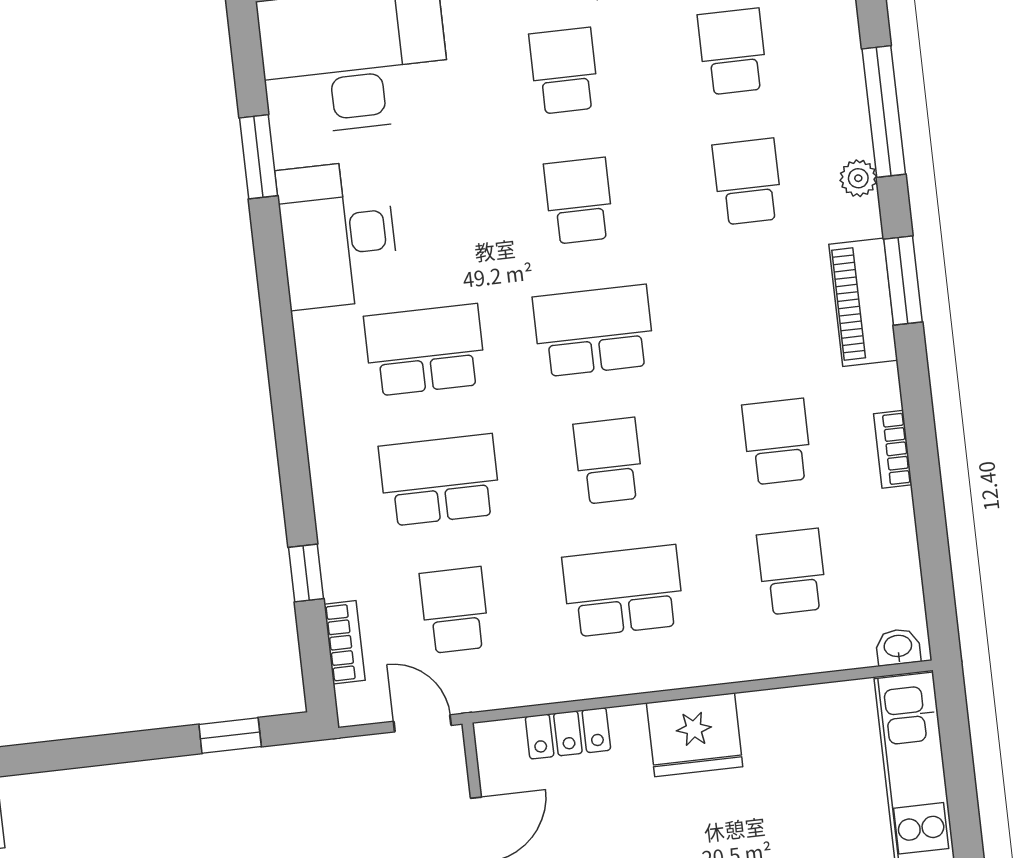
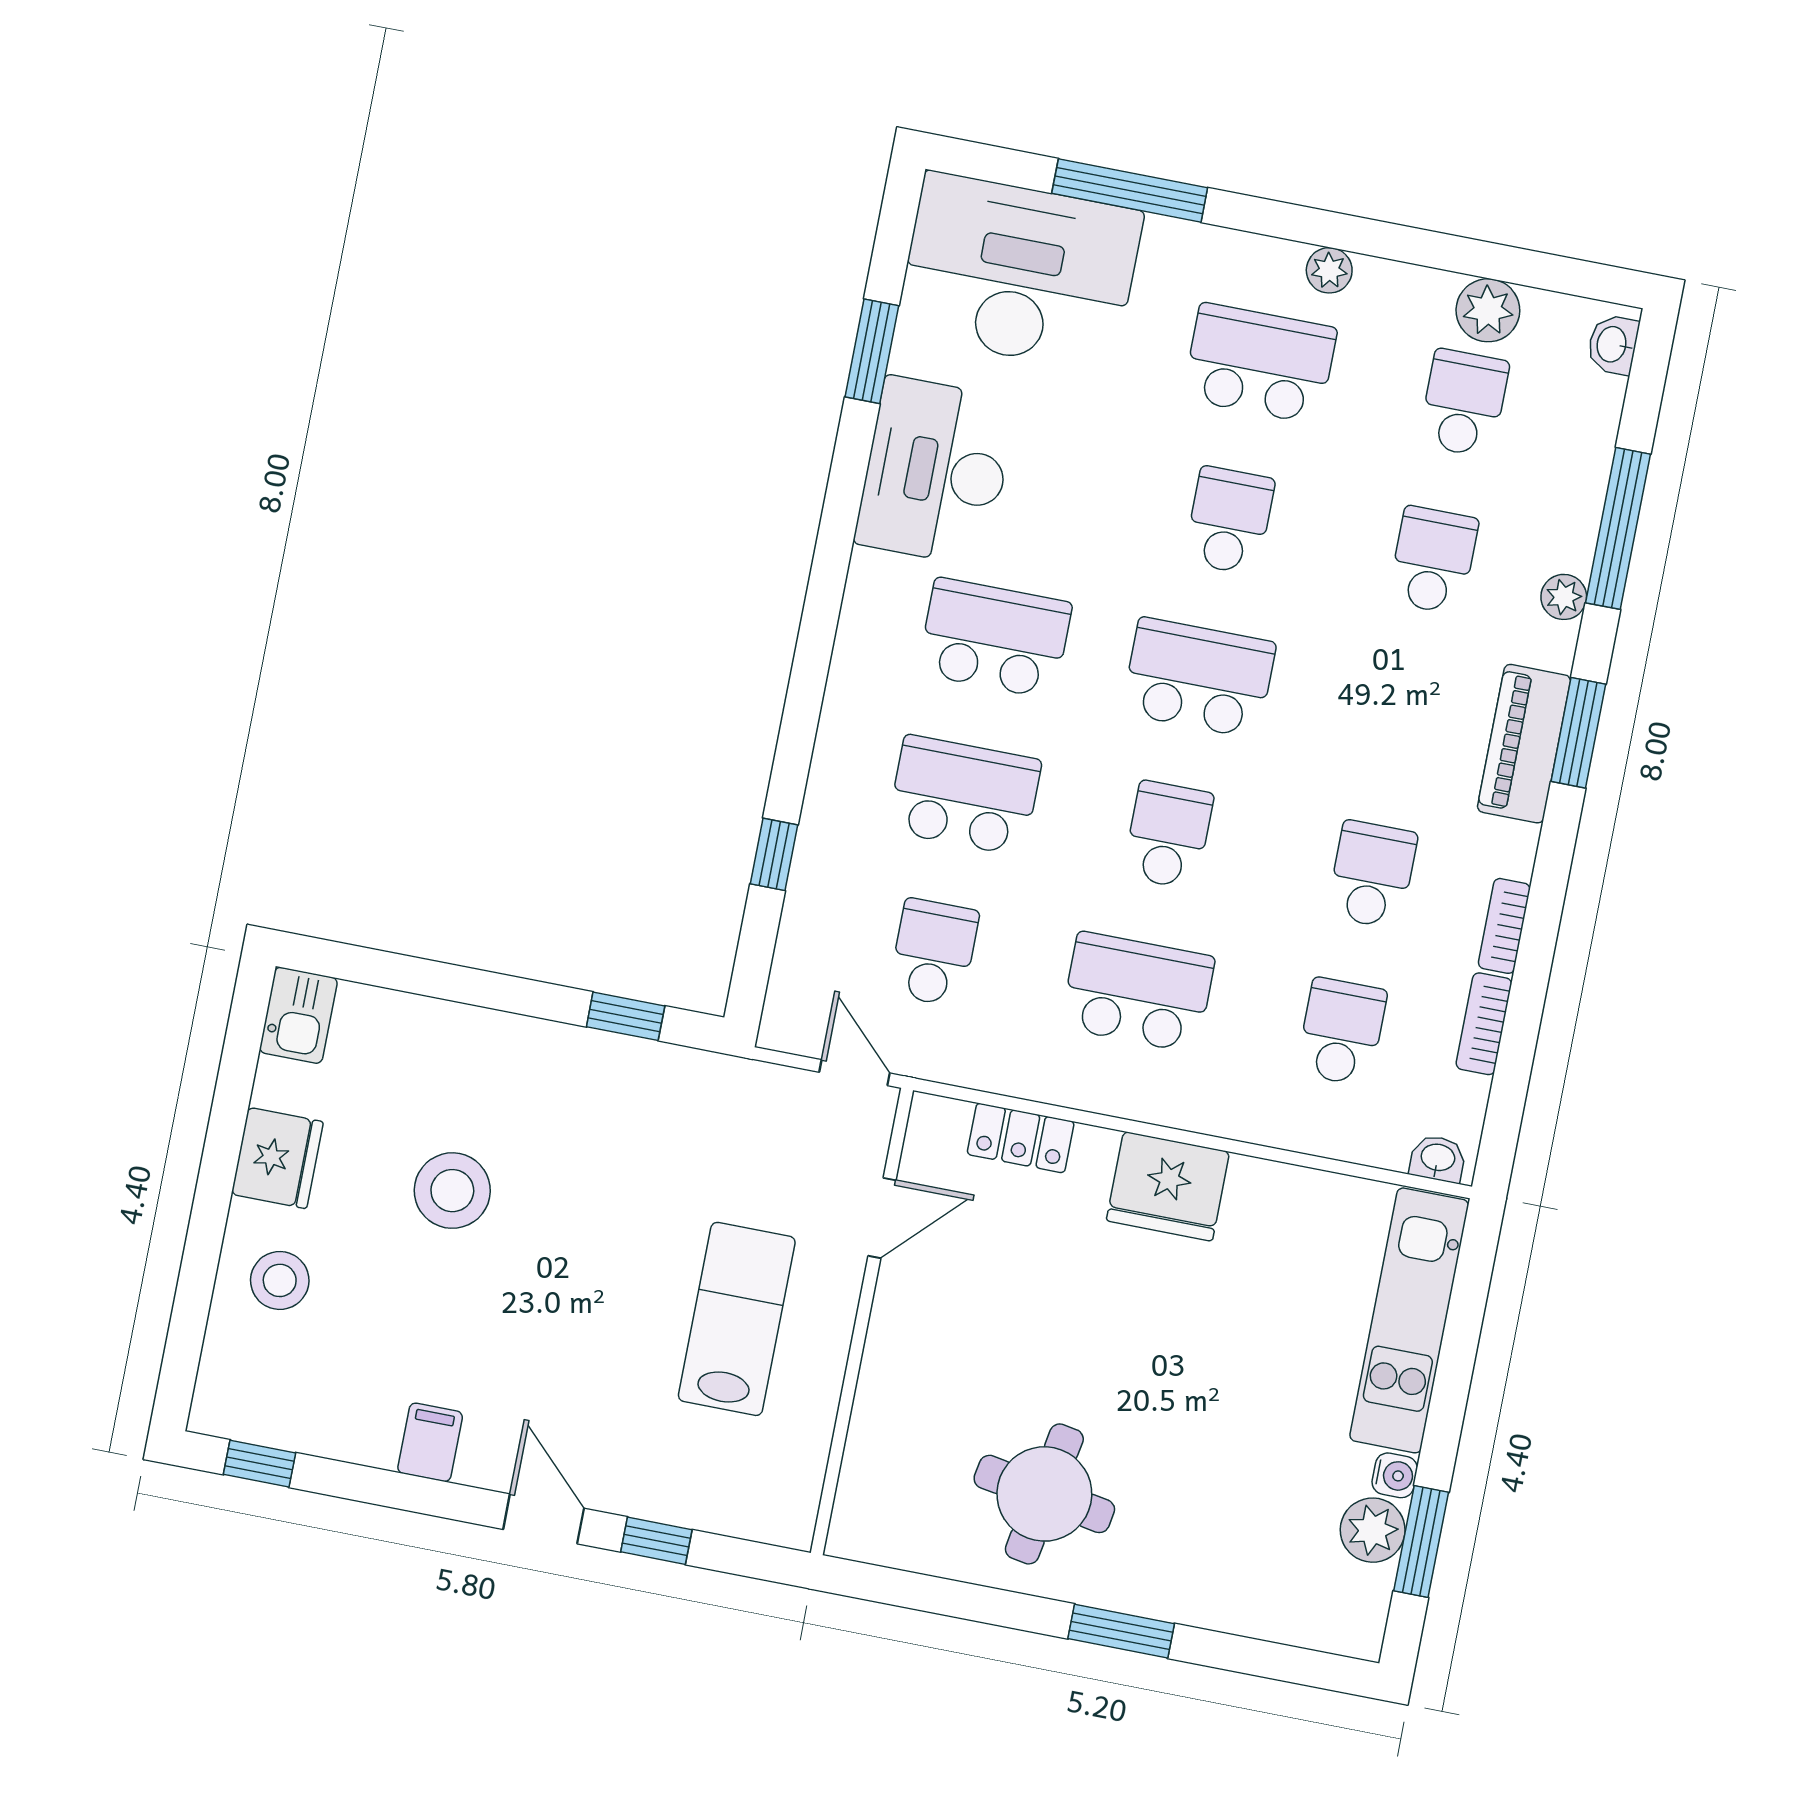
school desk: (564, 71) -> (1260, 363), width x1.85
bookcase: (345, 642) -> (1484, 1024), moved, turned 180

